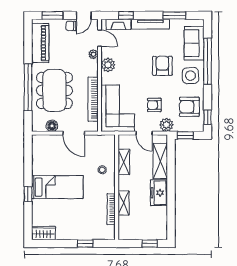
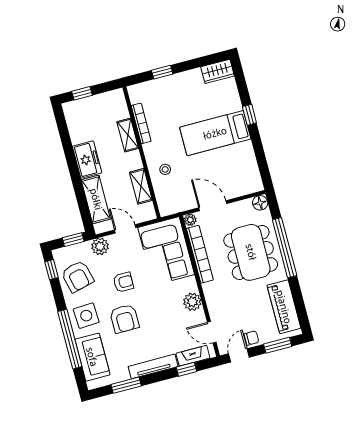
plant: (93, 54) -> (190, 220), moved
armchair: (154, 105) -> (123, 282), moved
armchair: (189, 107) -> (77, 276), turned 76
floor lamp: (52, 126) -> (260, 203), moved

